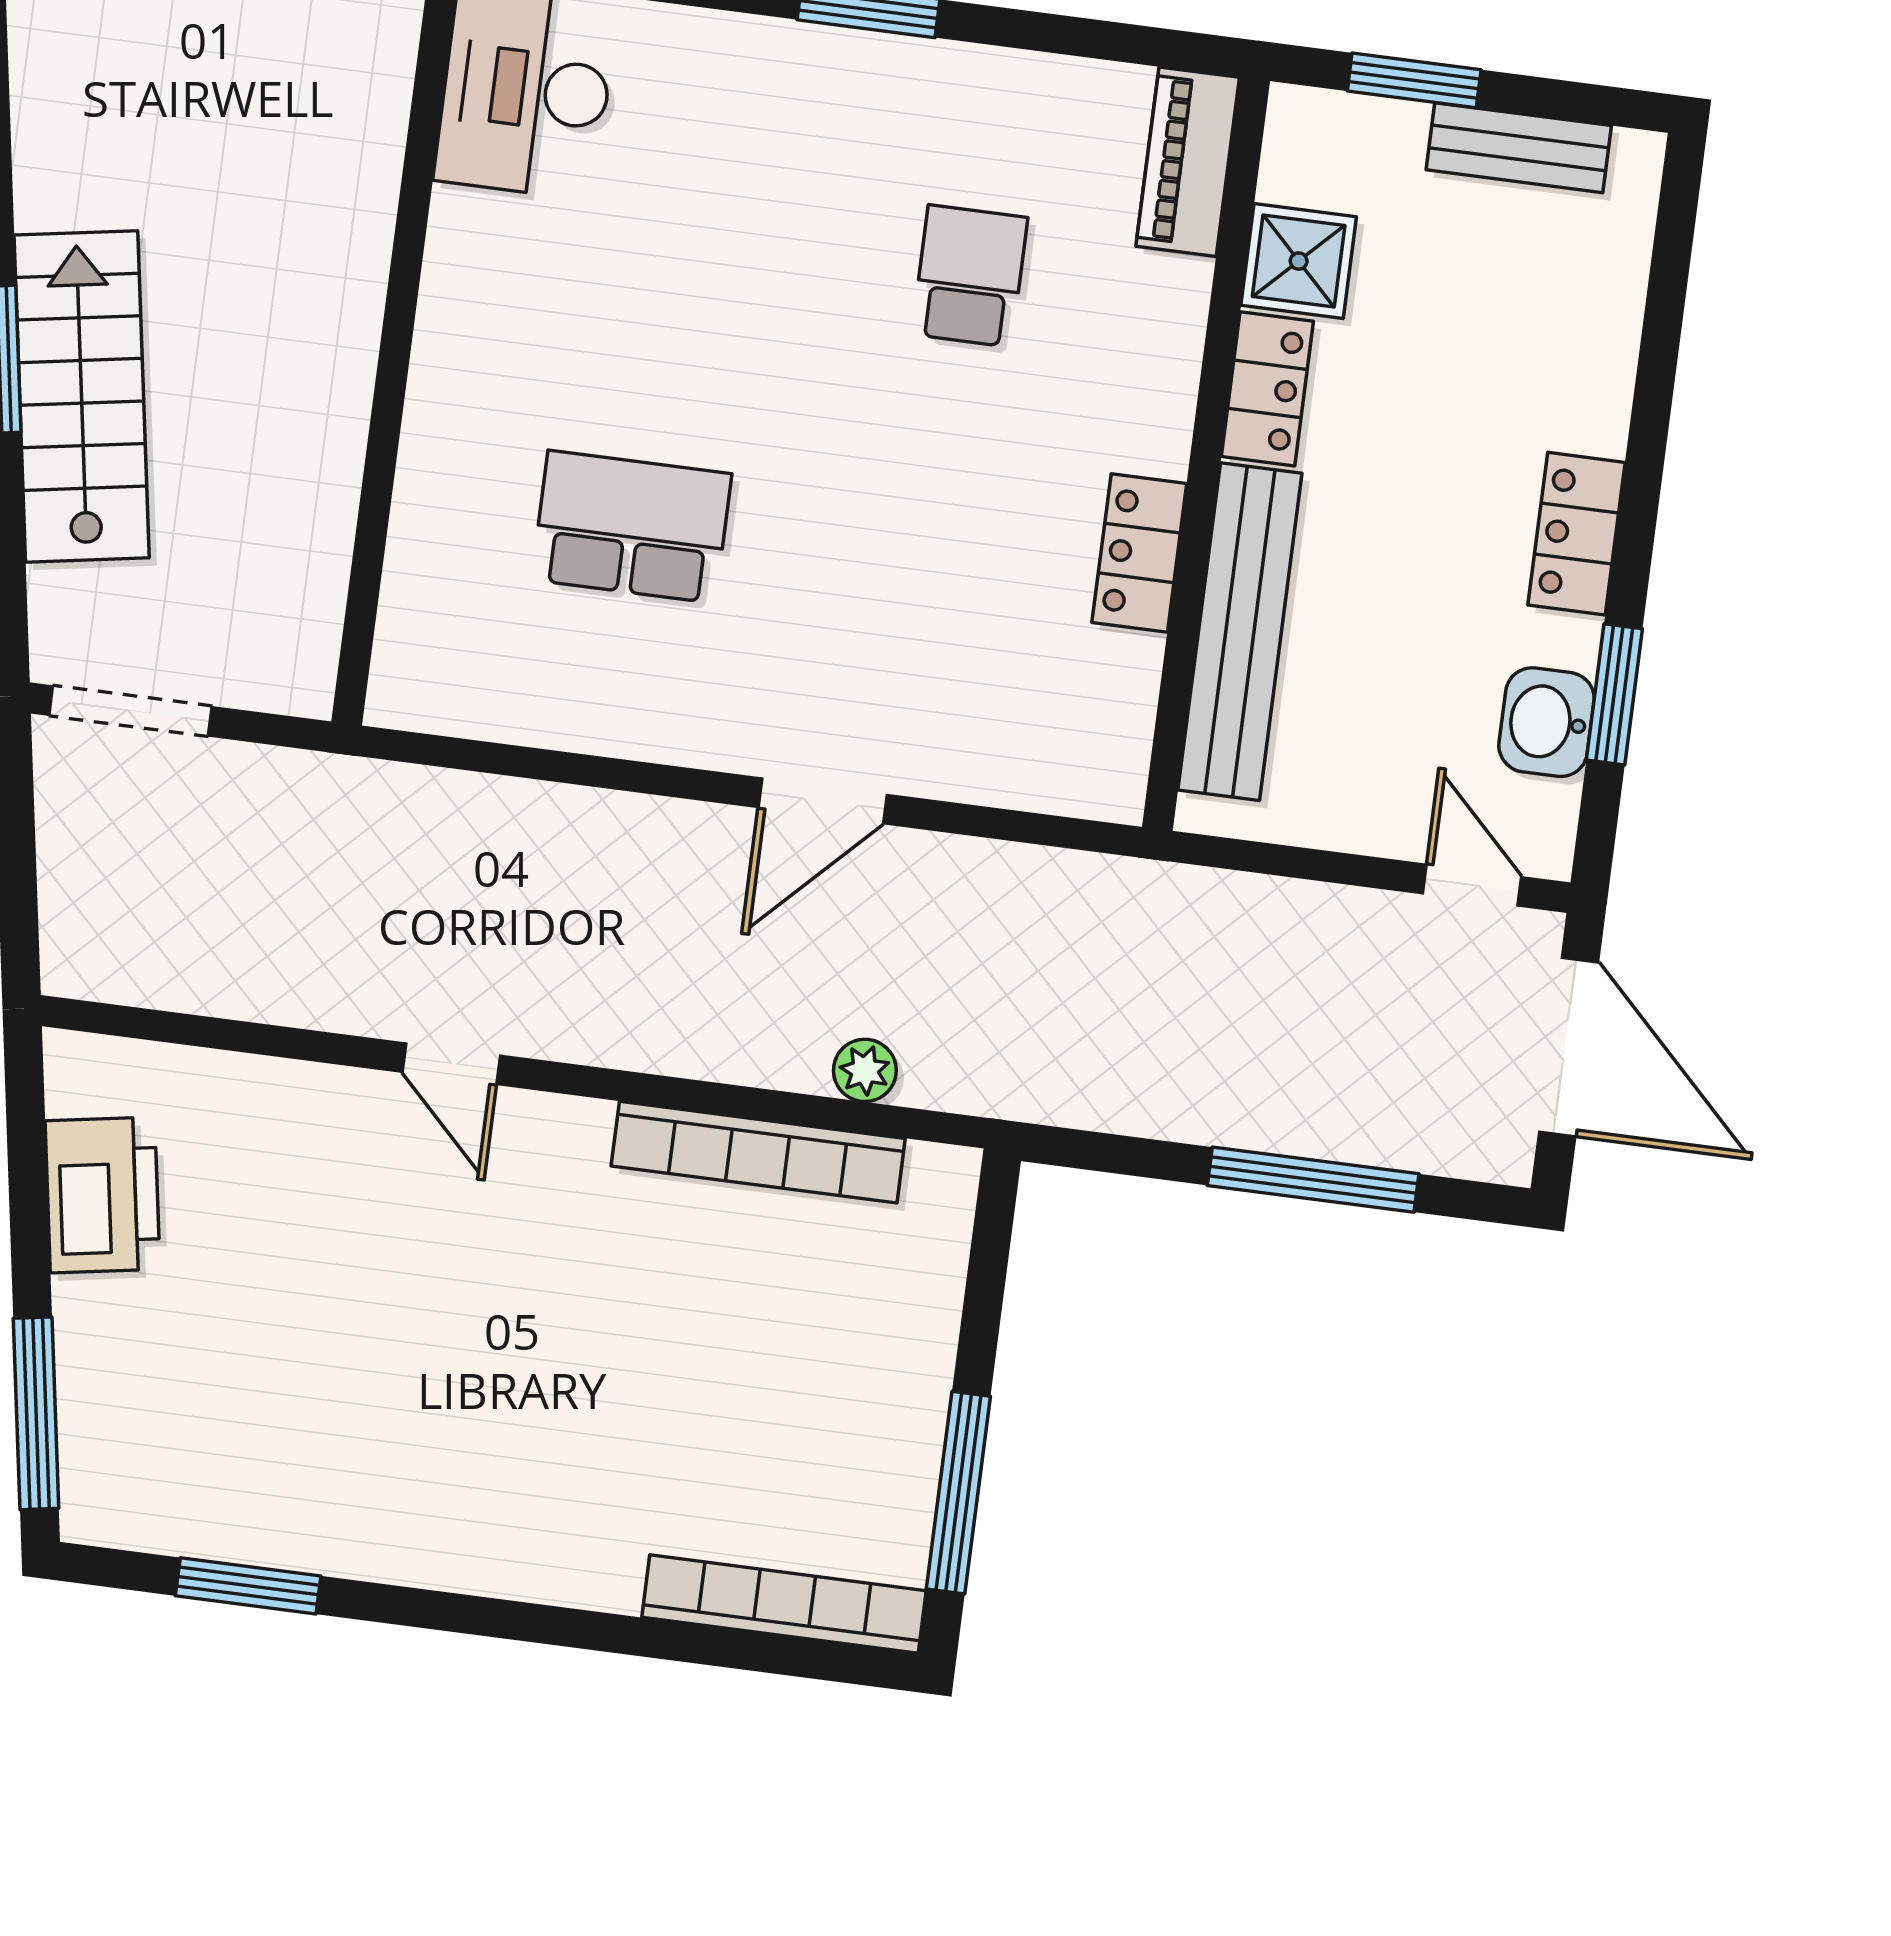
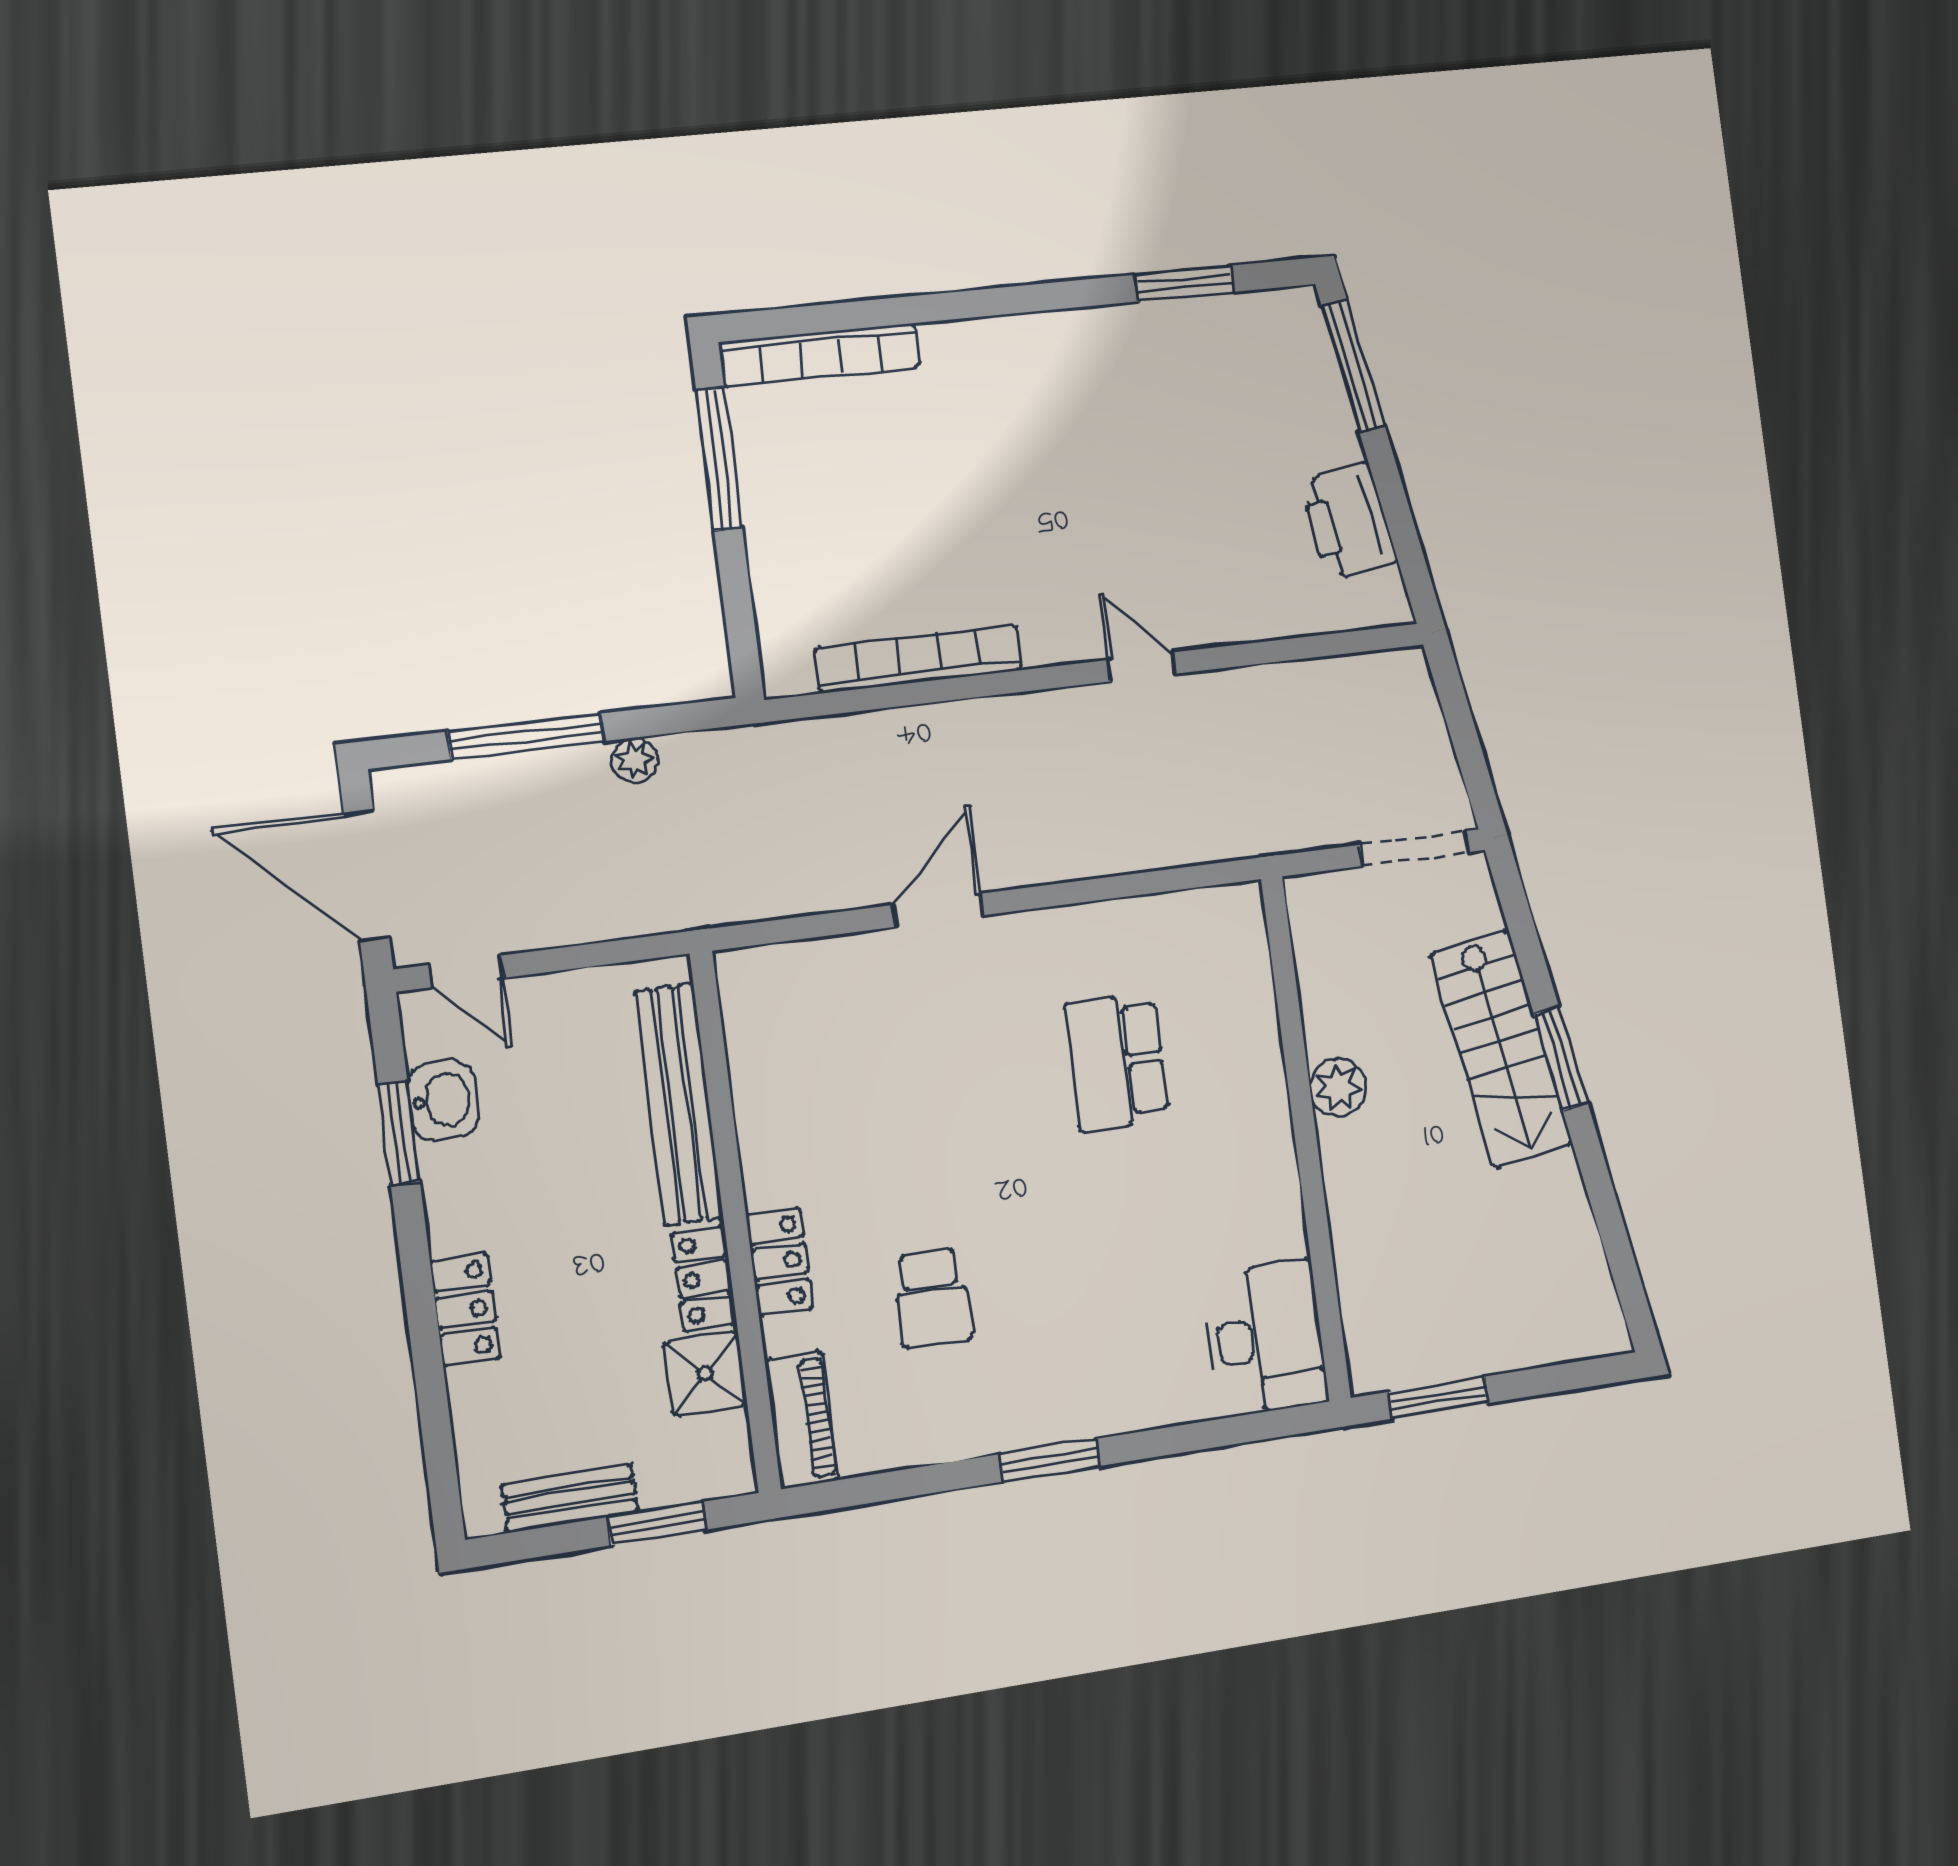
plant: (330, 407) -> (1338, 1087), added
school desk: (632, 527) -> (1117, 1062), turned 90
locker: (1576, 534) -> (465, 1310), moved
locker: (1139, 553) -> (780, 1262), moved
plant: (865, 1070) -> (634, 760), moved

